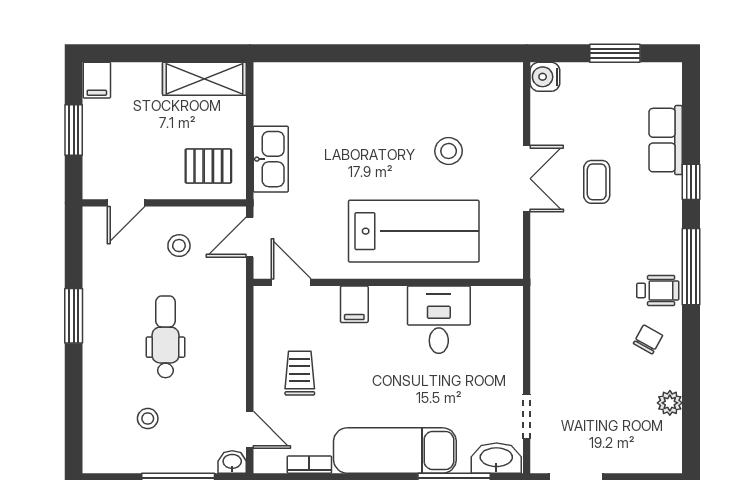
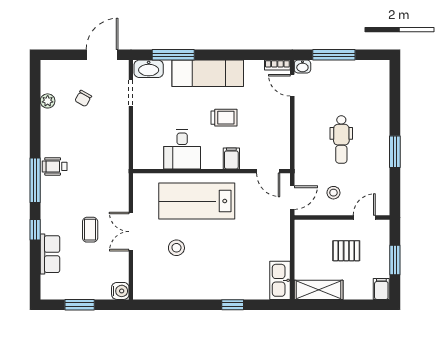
window: (352, 53) -> (233, 305), added
kitchen sink: (271, 159) -> (280, 280), moved
pallet: (208, 166) -> (346, 251), moved
chair: (648, 339) -> (83, 98), moved
trolley: (300, 373) -> (224, 118), moved, turned -90
stool: (148, 419) -> (352, 92), removed
bookcase: (309, 465) -> (277, 65), moved

